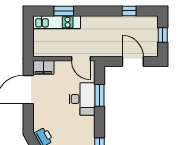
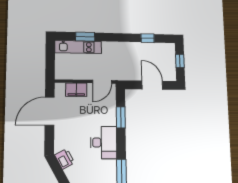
door: (81, 59) -> (102, 82), hinge flipped
filing cabinet: (43, 67) -> (76, 90), moved
desk: (82, 99) -> (104, 143), moved

